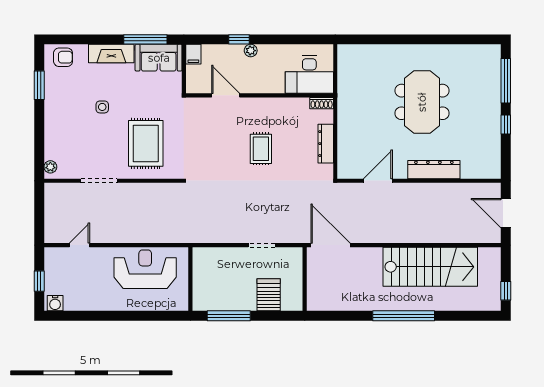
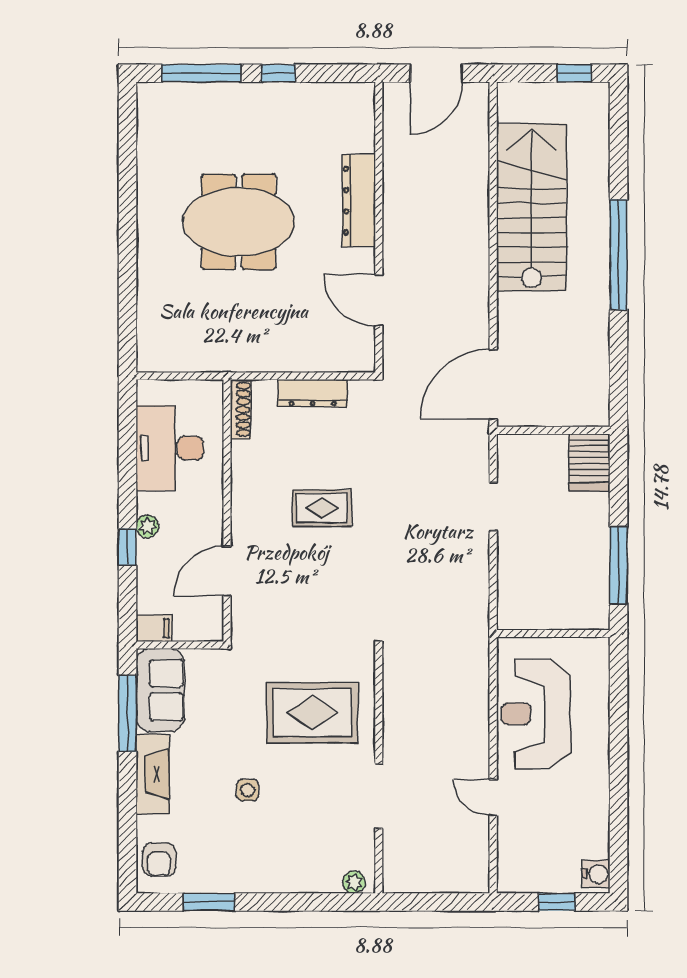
armchair: (63, 57) -> (159, 860), turned 180
desk: (309, 75) -> (170, 448), moved, turned 180
shoe rack: (322, 103) -> (241, 409), width x1.43
door: (80, 245) -> (493, 797), moved
server rack: (269, 295) -> (589, 462), moved, turned -90

